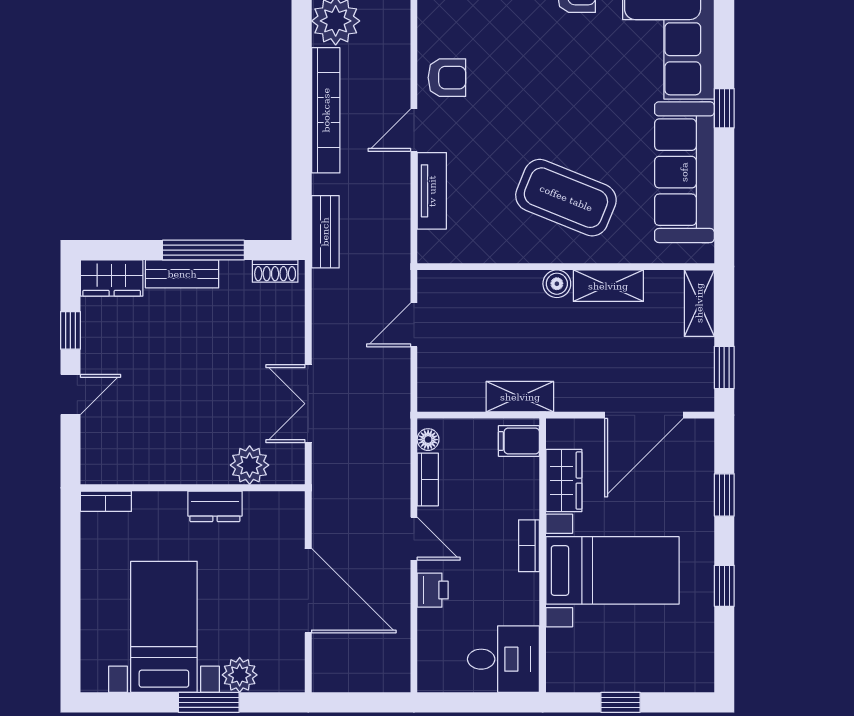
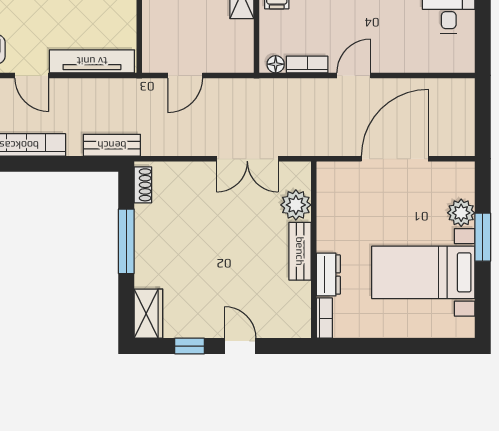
tv unit: (432, 191) -> (92, 61), width x1.41
bench: (182, 274) -> (300, 251), moved
door: (414, 325) -> (185, 75), hinge flipped
dresser: (215, 506) -> (328, 275), moved
printer: (433, 590) -> (394, 61), removed

